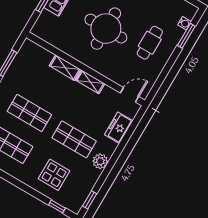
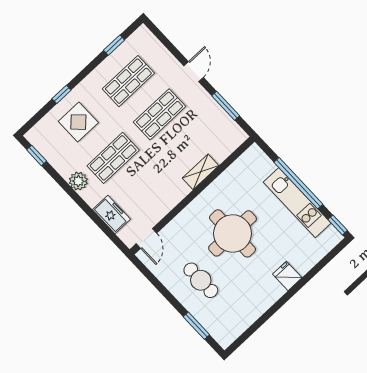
water cooler: (184, 23) -> (212, 328), removed
shelving: (90, 82) -> (175, 197), removed
window: (57, 206) -> (62, 94), moved

